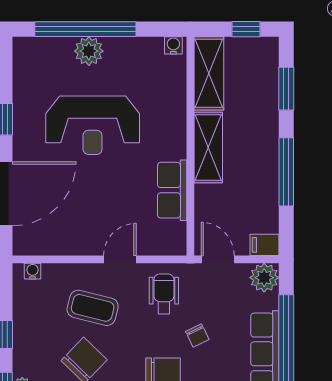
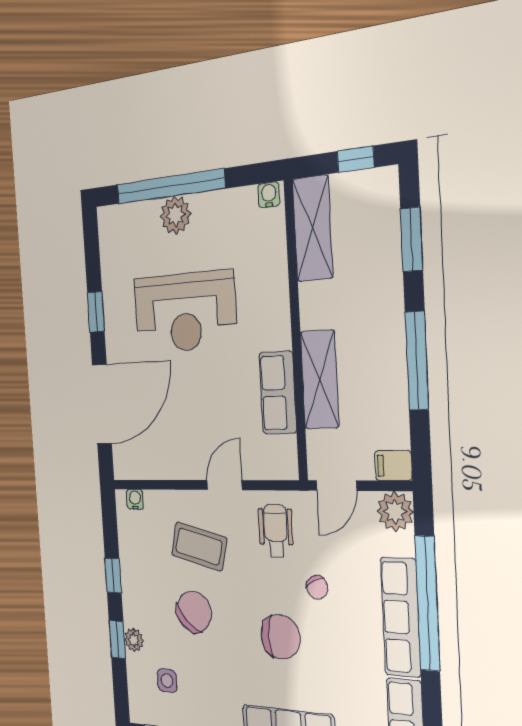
shelving: (208, 147) -> (320, 380), moved
door: (218, 259) -> (336, 486), swing flipped

